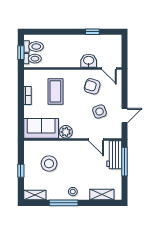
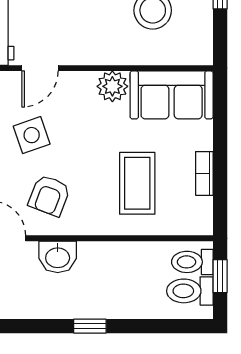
window: (92, 32) -> (90, 326), moved
armchair: (92, 86) -> (49, 196), turned 94
door: (96, 139) -> (40, 68), swing flipped

